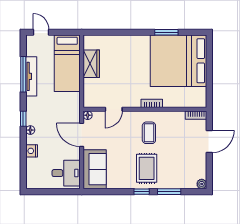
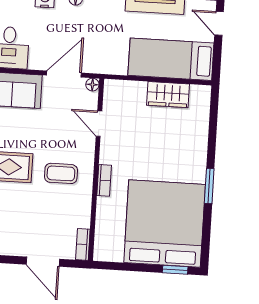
door: (41, 32) -> (219, 23), swing flipped
window: (166, 32) -> (209, 186), moved
window: (209, 52) -> (175, 270), added

